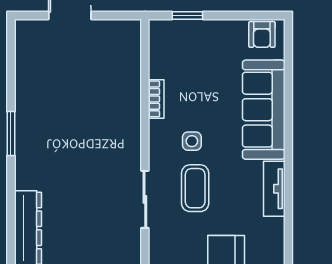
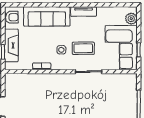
fireplace: (201, 34) -> (11, 45), added

